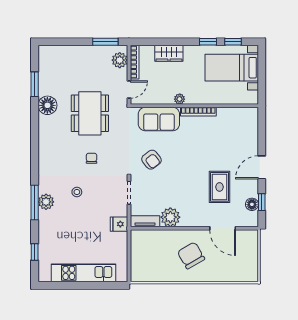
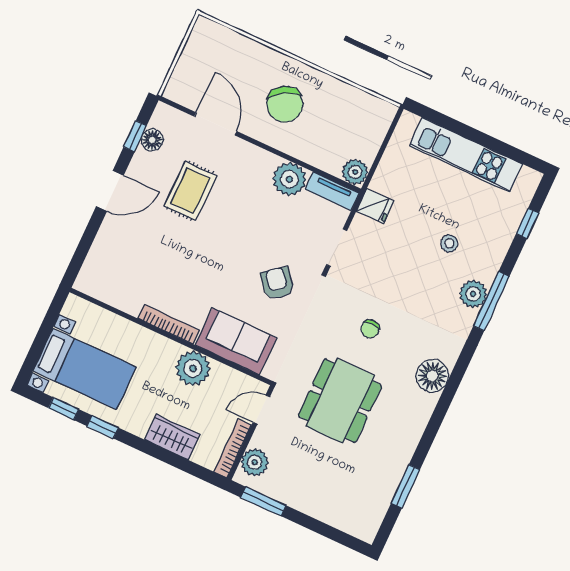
plant: (180, 99) -> (193, 368), width x1.88, depth x1.88
floor lamp: (47, 105) -> (432, 376), moved
stool: (77, 192) -> (449, 243), moved
plant: (138, 237) -> (355, 172), added

